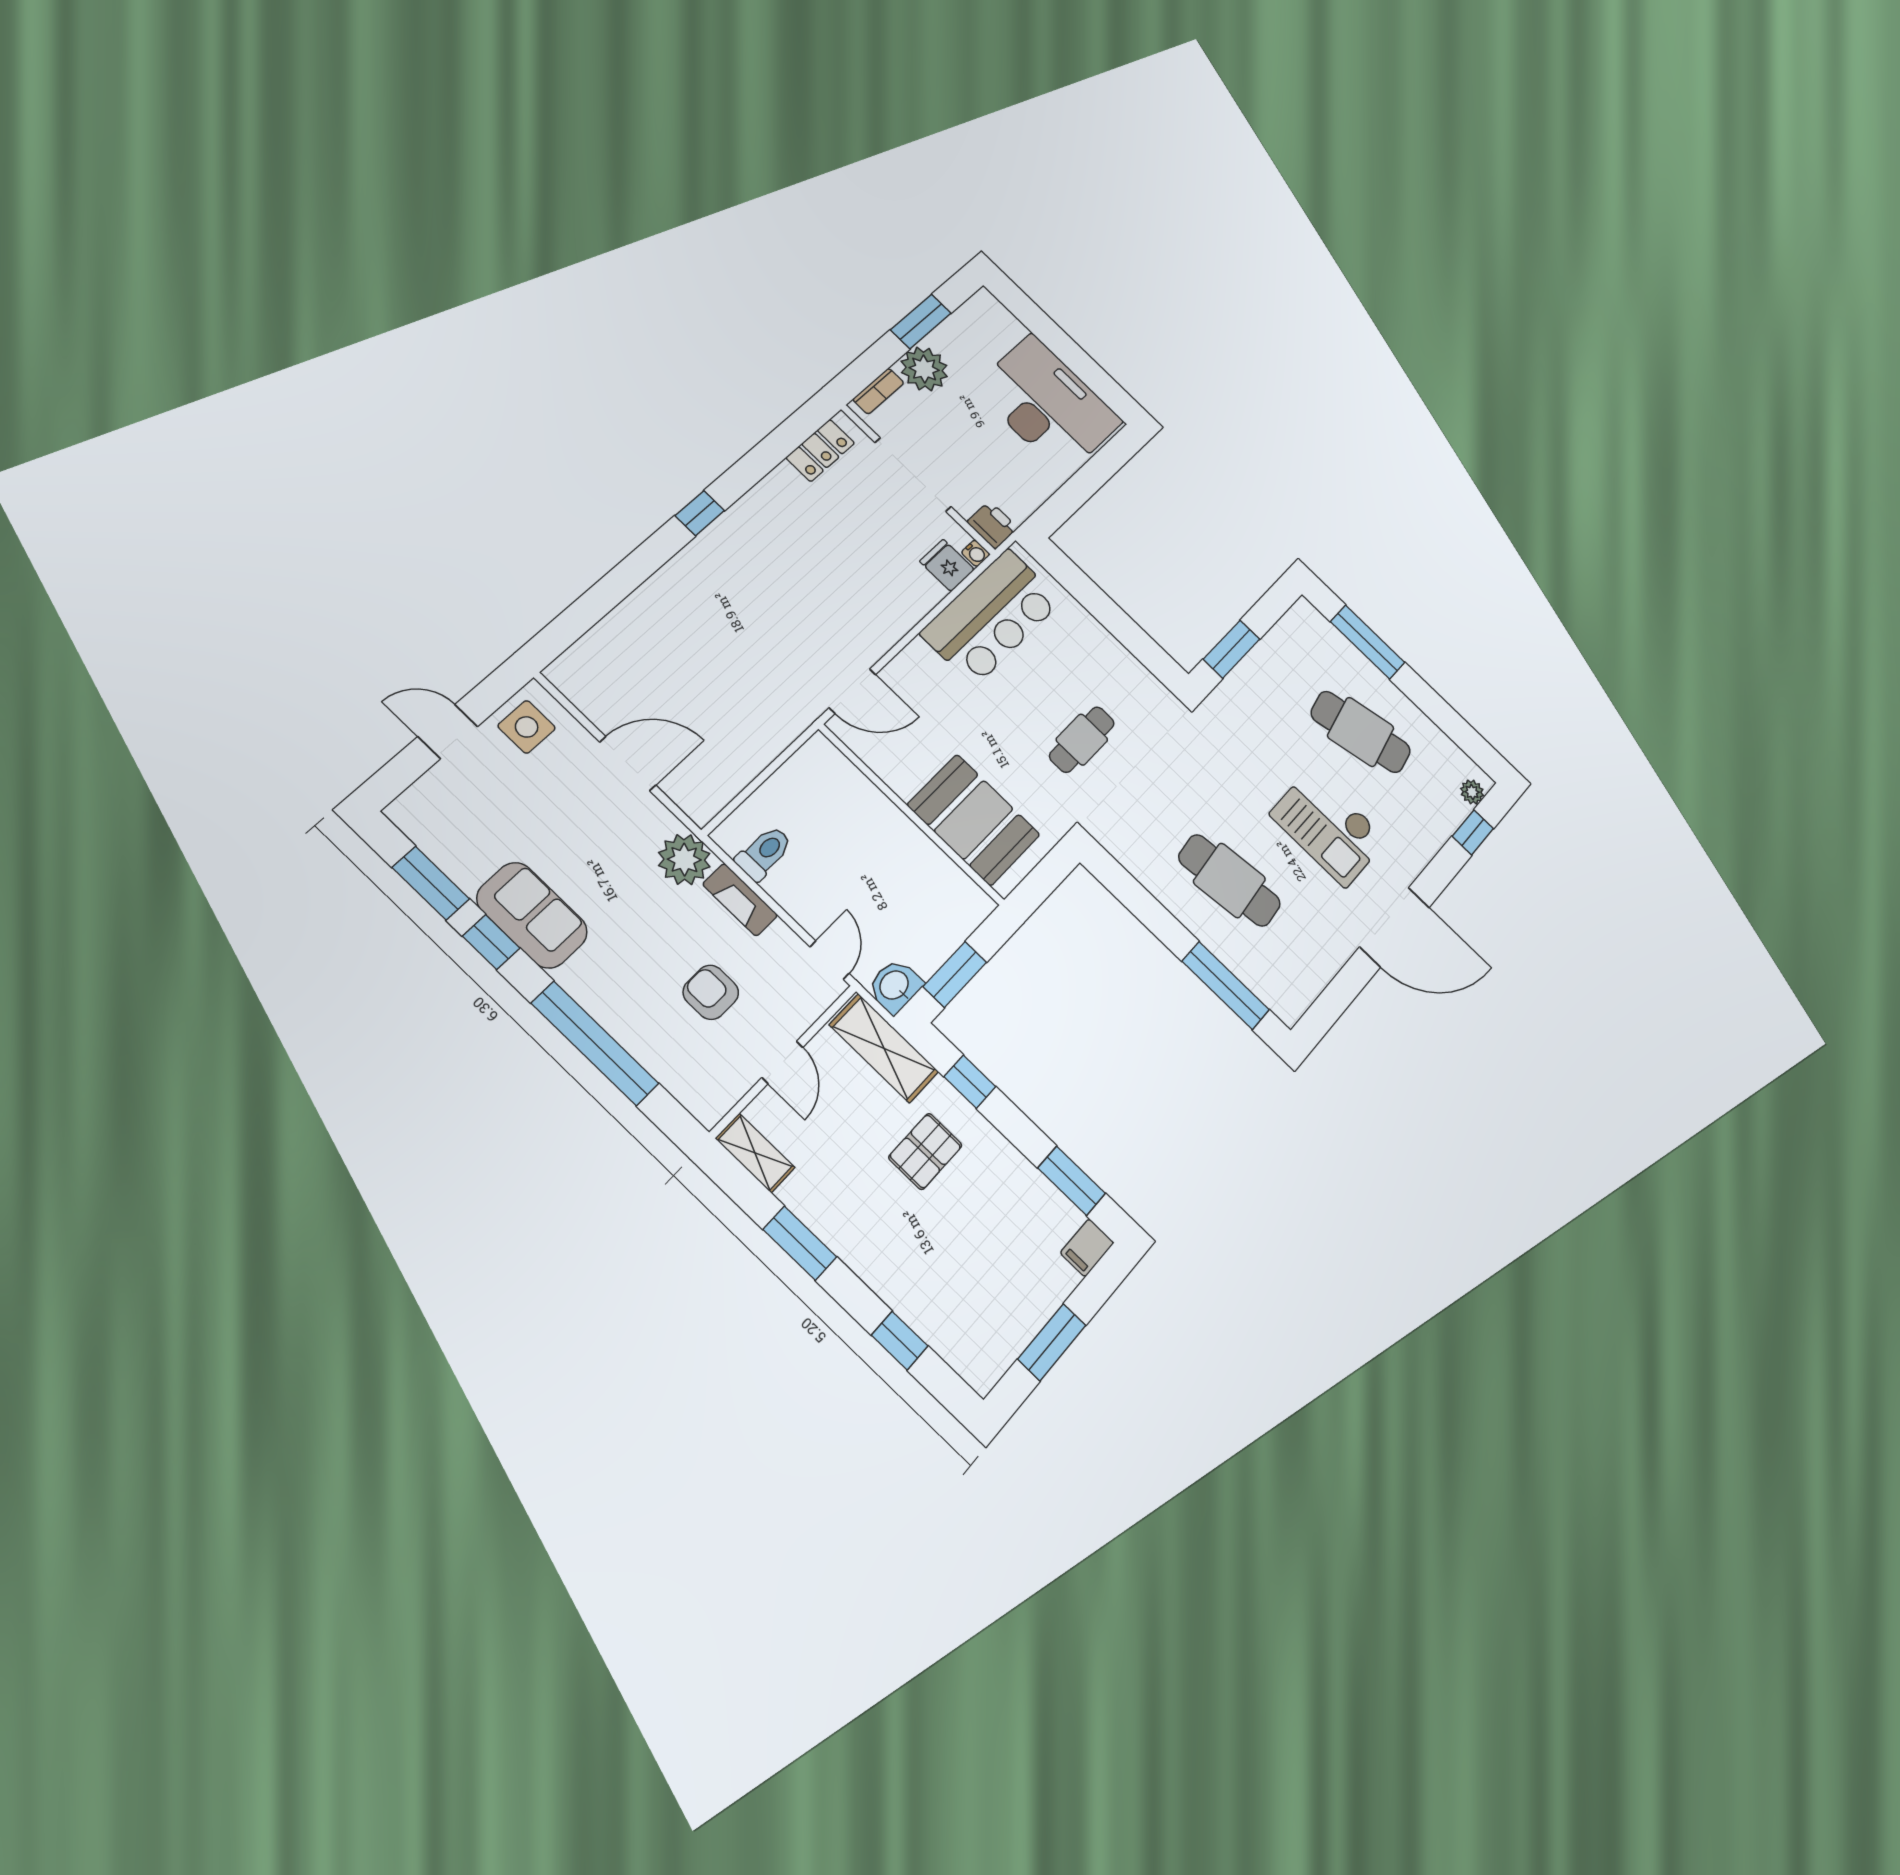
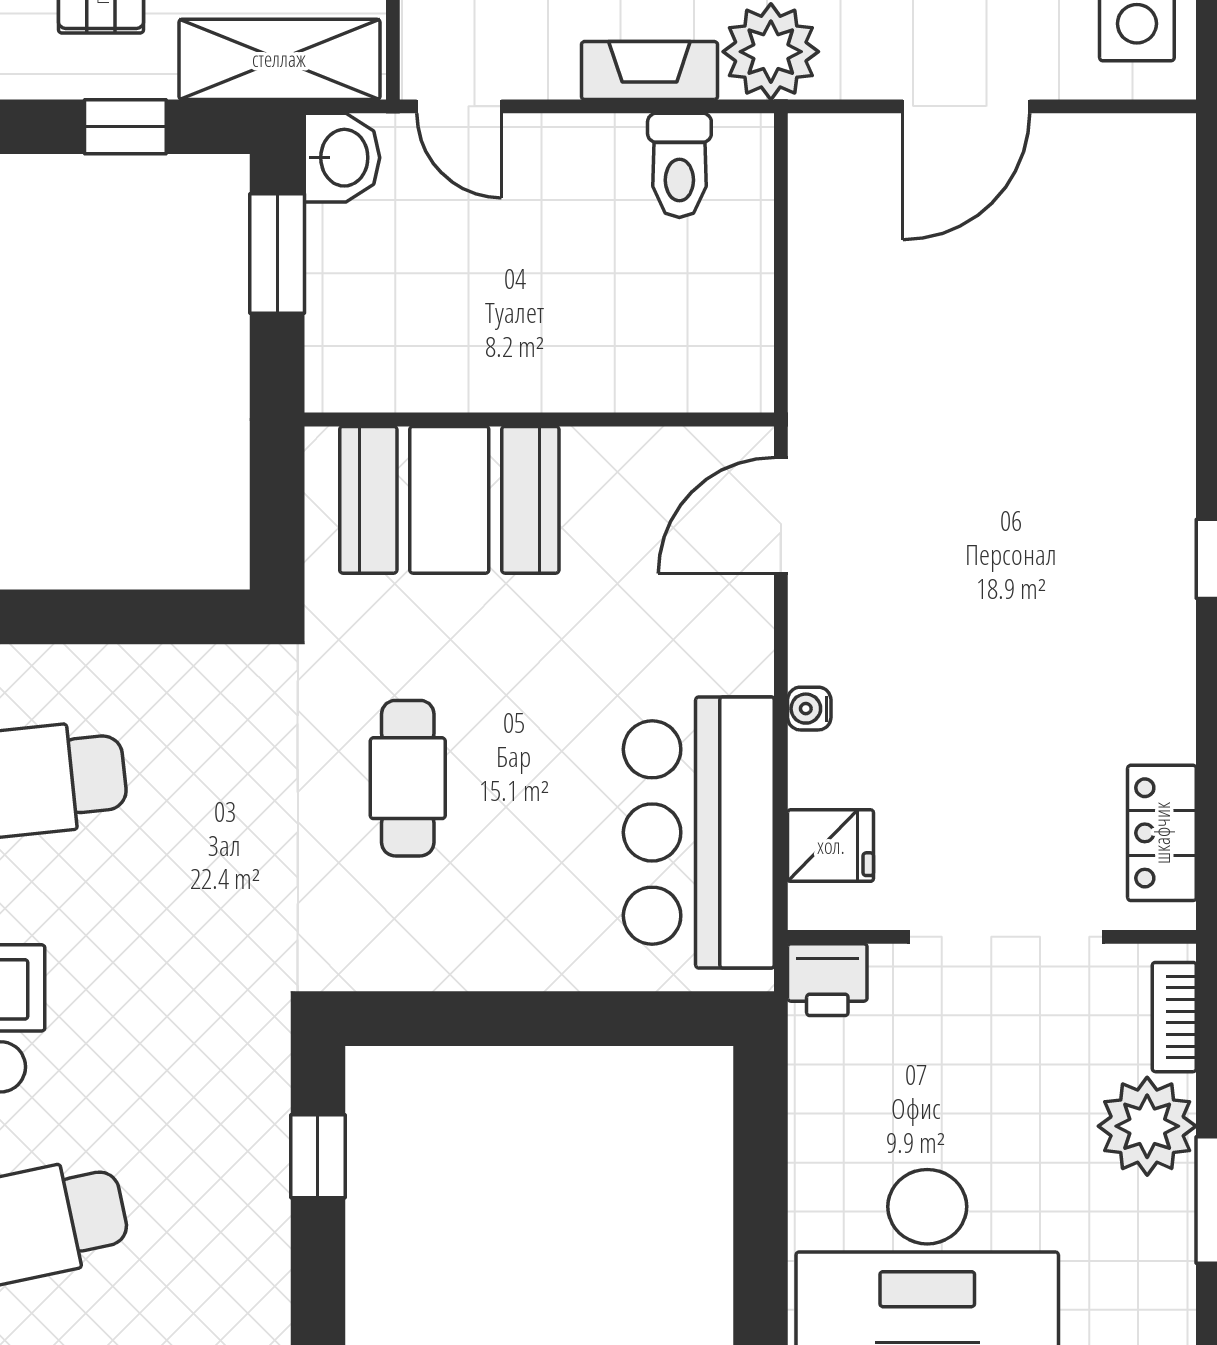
water cooler: (976, 553) -> (809, 709), moved
window: (1231, 649) -> (318, 1156), width x0.67

